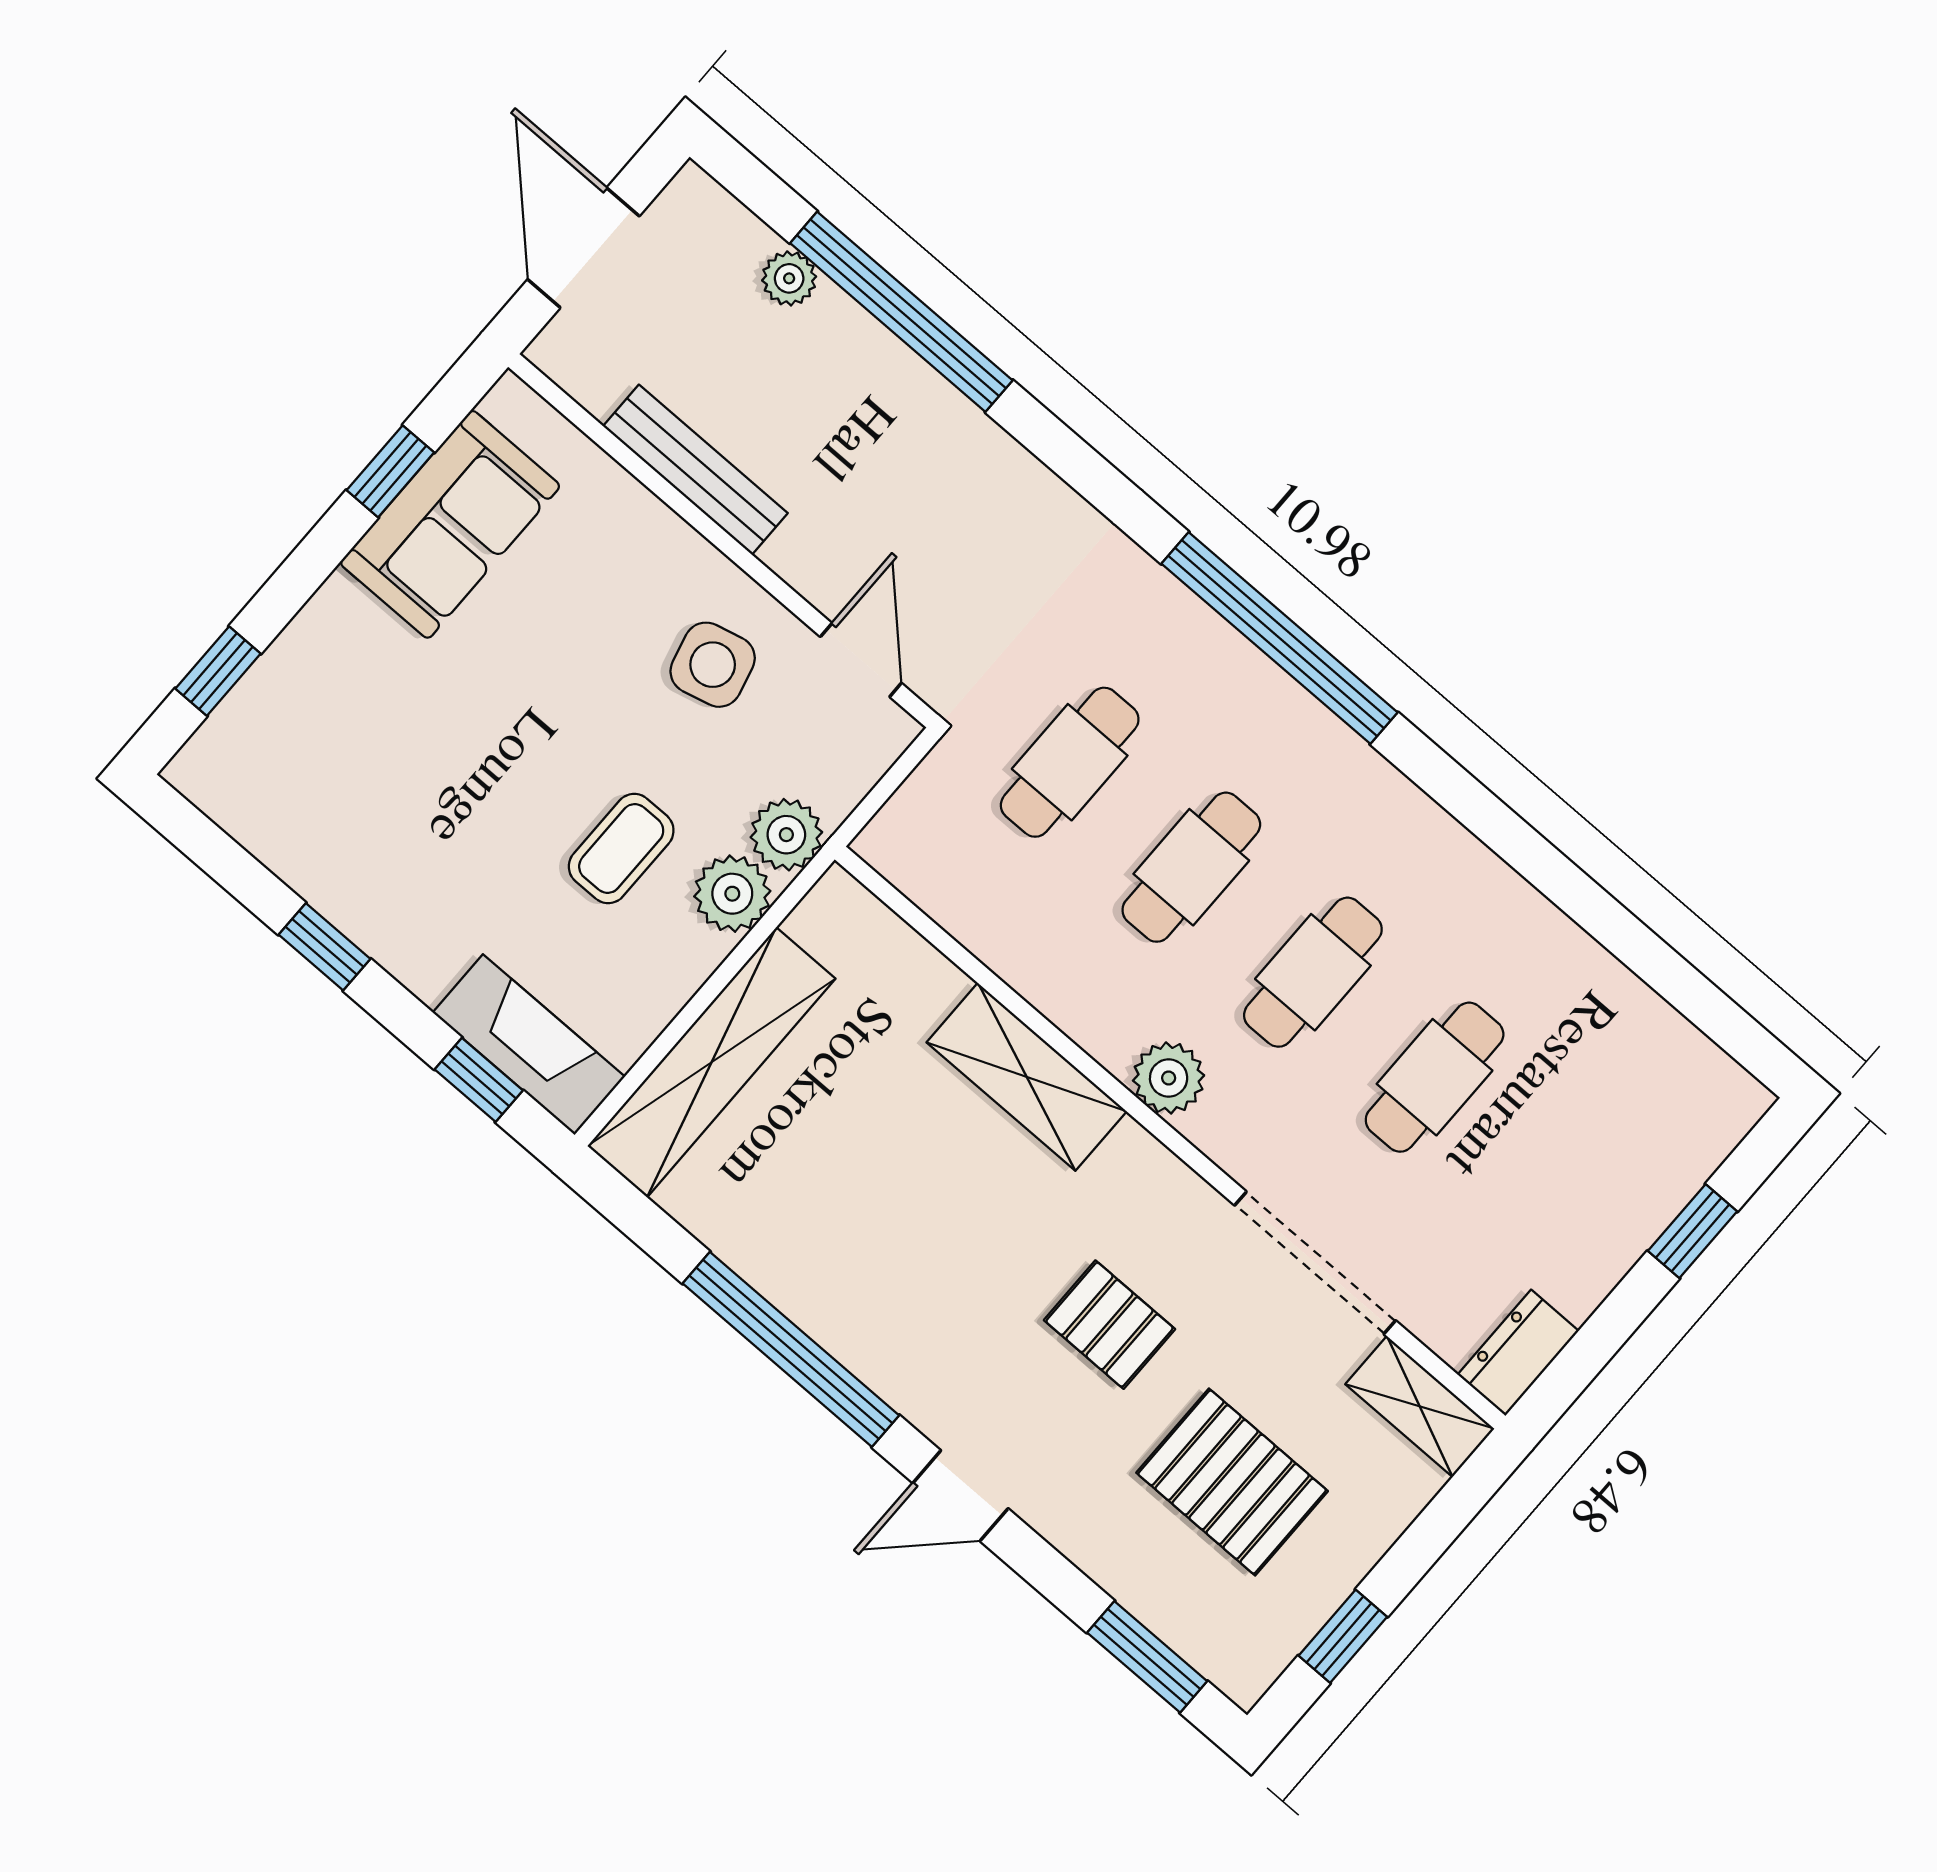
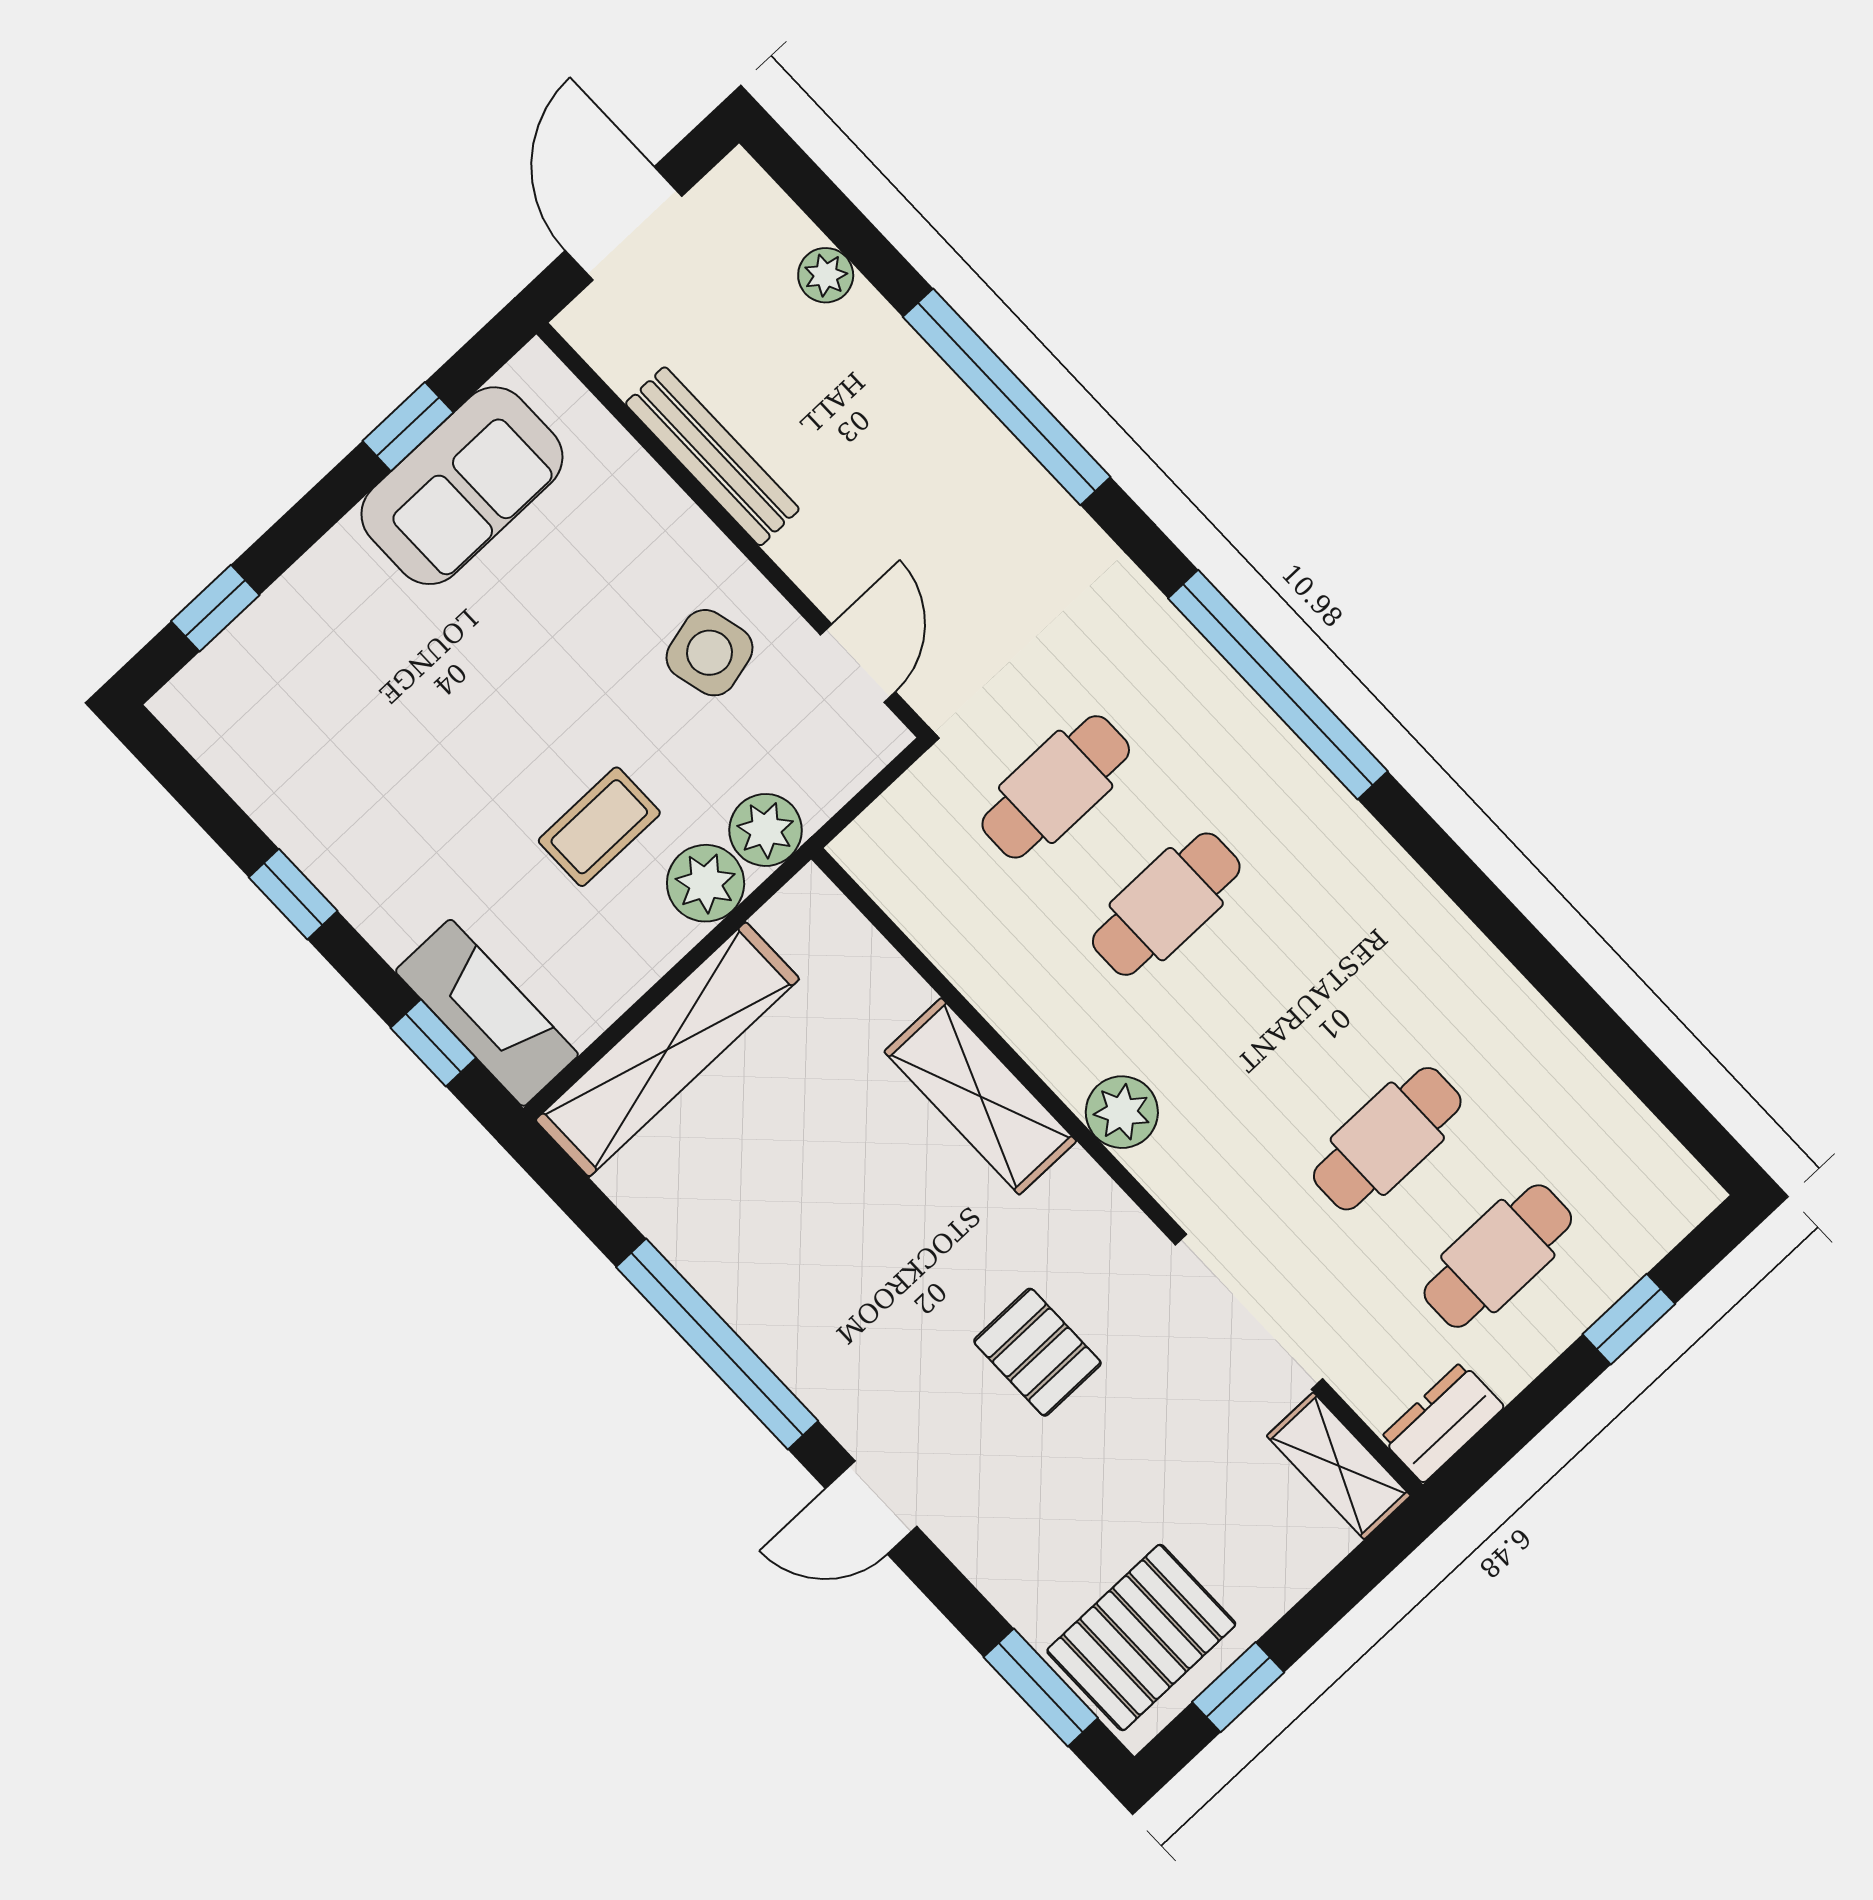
window: (901, 312) -> (1007, 397), moved
cafe table: (1313, 972) -> (1498, 1256), moved
pallet: (1232, 1482) -> (1141, 1637), moved, turned 90

